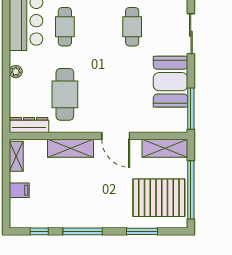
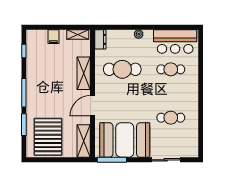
booth: (171, 82) -> (125, 140), width x1.36, depth x1.42
dresser: (29, 125) -> (100, 39), width x0.70
window: (191, 190) -> (54, 160), removed
window: (83, 231) -> (24, 93), moved

